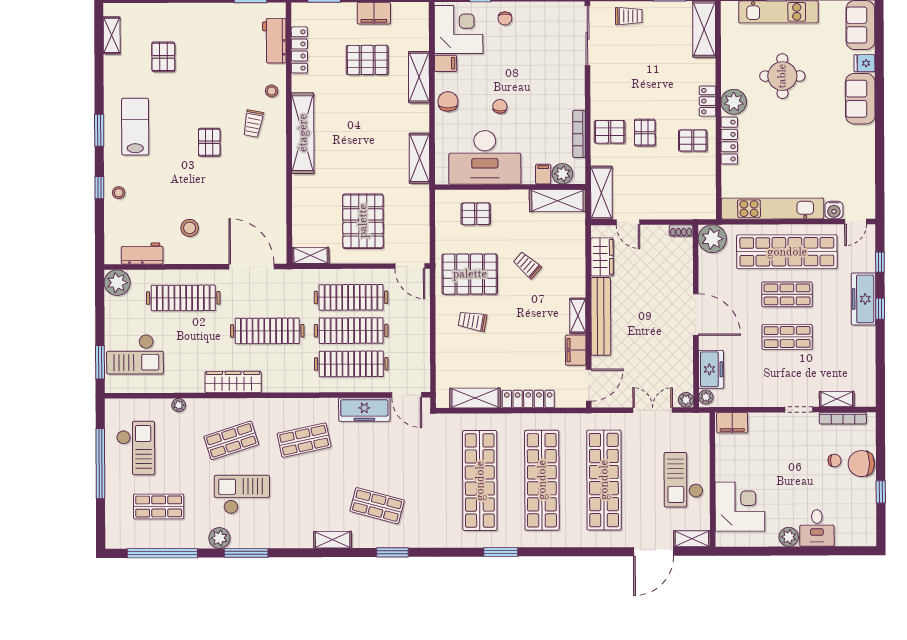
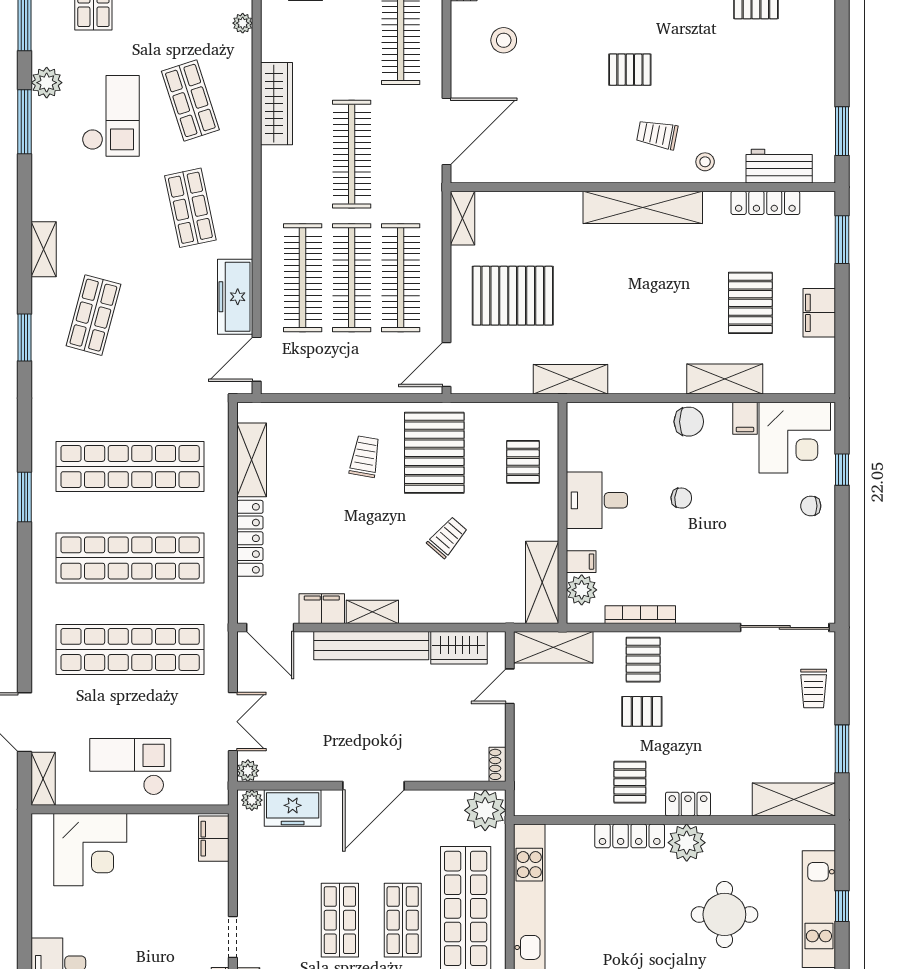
desk: (485, 157) -> (597, 500), width x0.53, depth x0.77
shelving: (419, 158) -> (571, 379), moved
plant: (789, 537) -> (45, 921), removed

